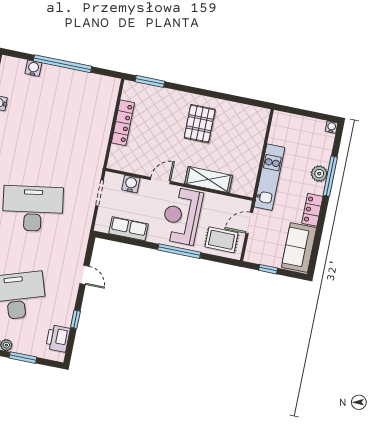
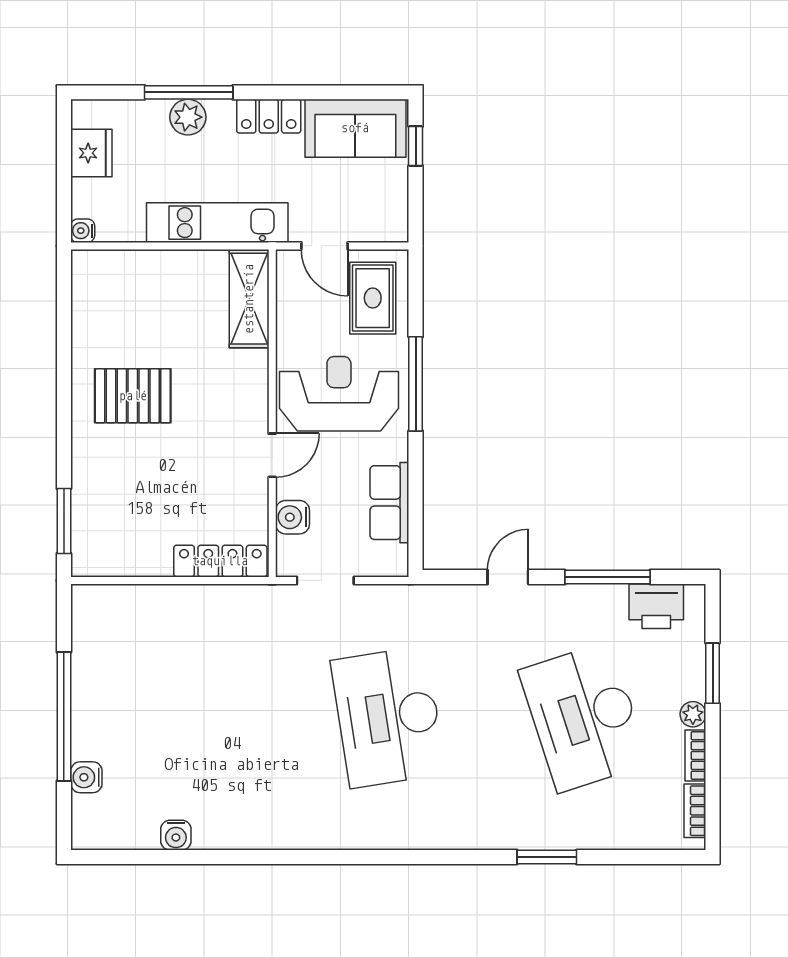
locker: (123, 123) -> (220, 561), moved
fridge: (312, 127) -> (91, 153), added
water cooler: (331, 127) -> (83, 231), moved
shelving: (209, 180) -> (249, 299), moved
door: (160, 181) -> (272, 455), swing flipped
reception desk: (182, 216) -> (339, 394), turned 180
window: (268, 269) -> (416, 146), moved
window: (75, 319) -> (607, 577), width x2.17

